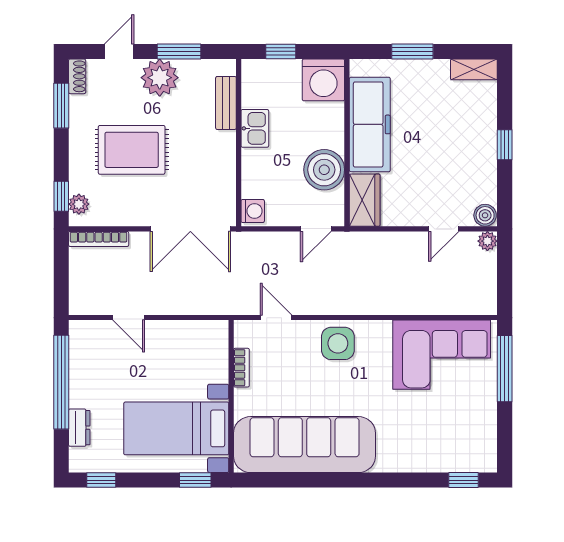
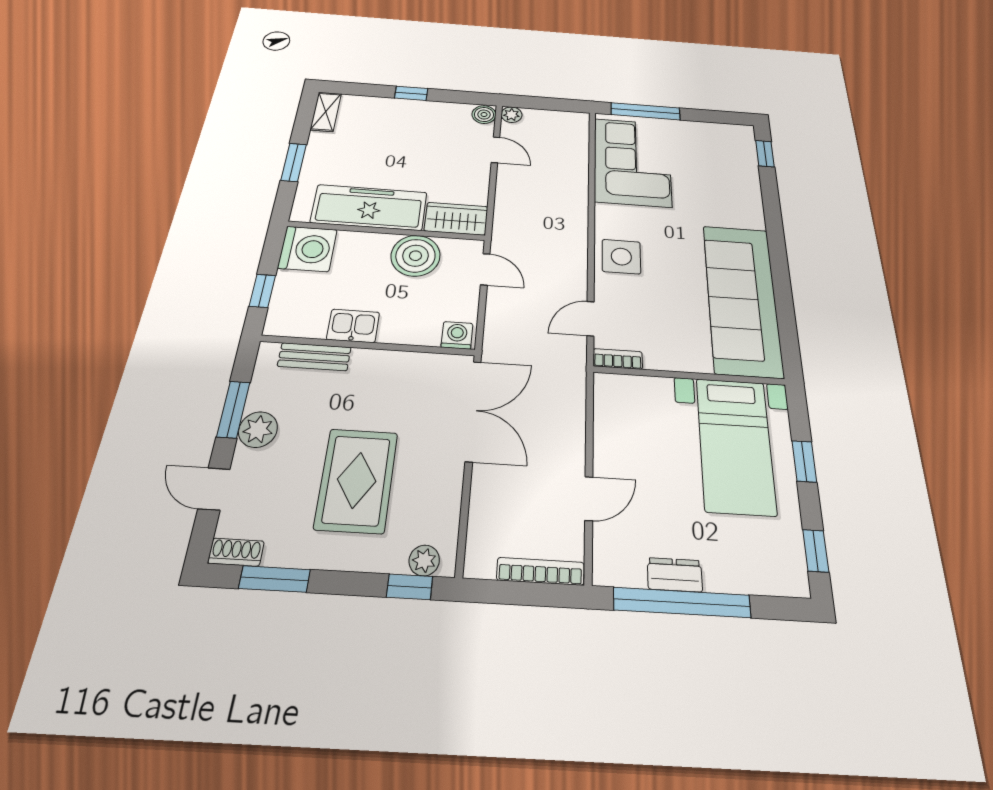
plant: (160, 78) -> (258, 430), width x0.73, depth x0.73
bookcase: (99, 239) -> (540, 571), moved, turned -90
bookcase: (241, 368) -> (618, 359), moved
dresser: (79, 428) -> (675, 575), moved
window: (195, 480) -> (804, 461), moved

